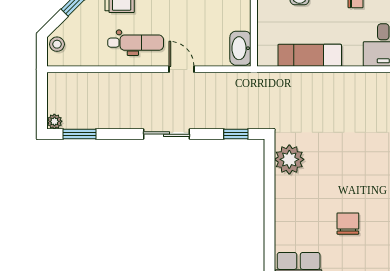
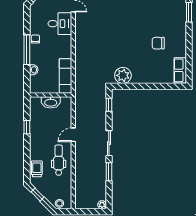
washbasin: (240, 48) -> (51, 102), moved
exam couch: (310, 55) -> (66, 76), moved
window: (80, 134) -> (109, 172), moved

